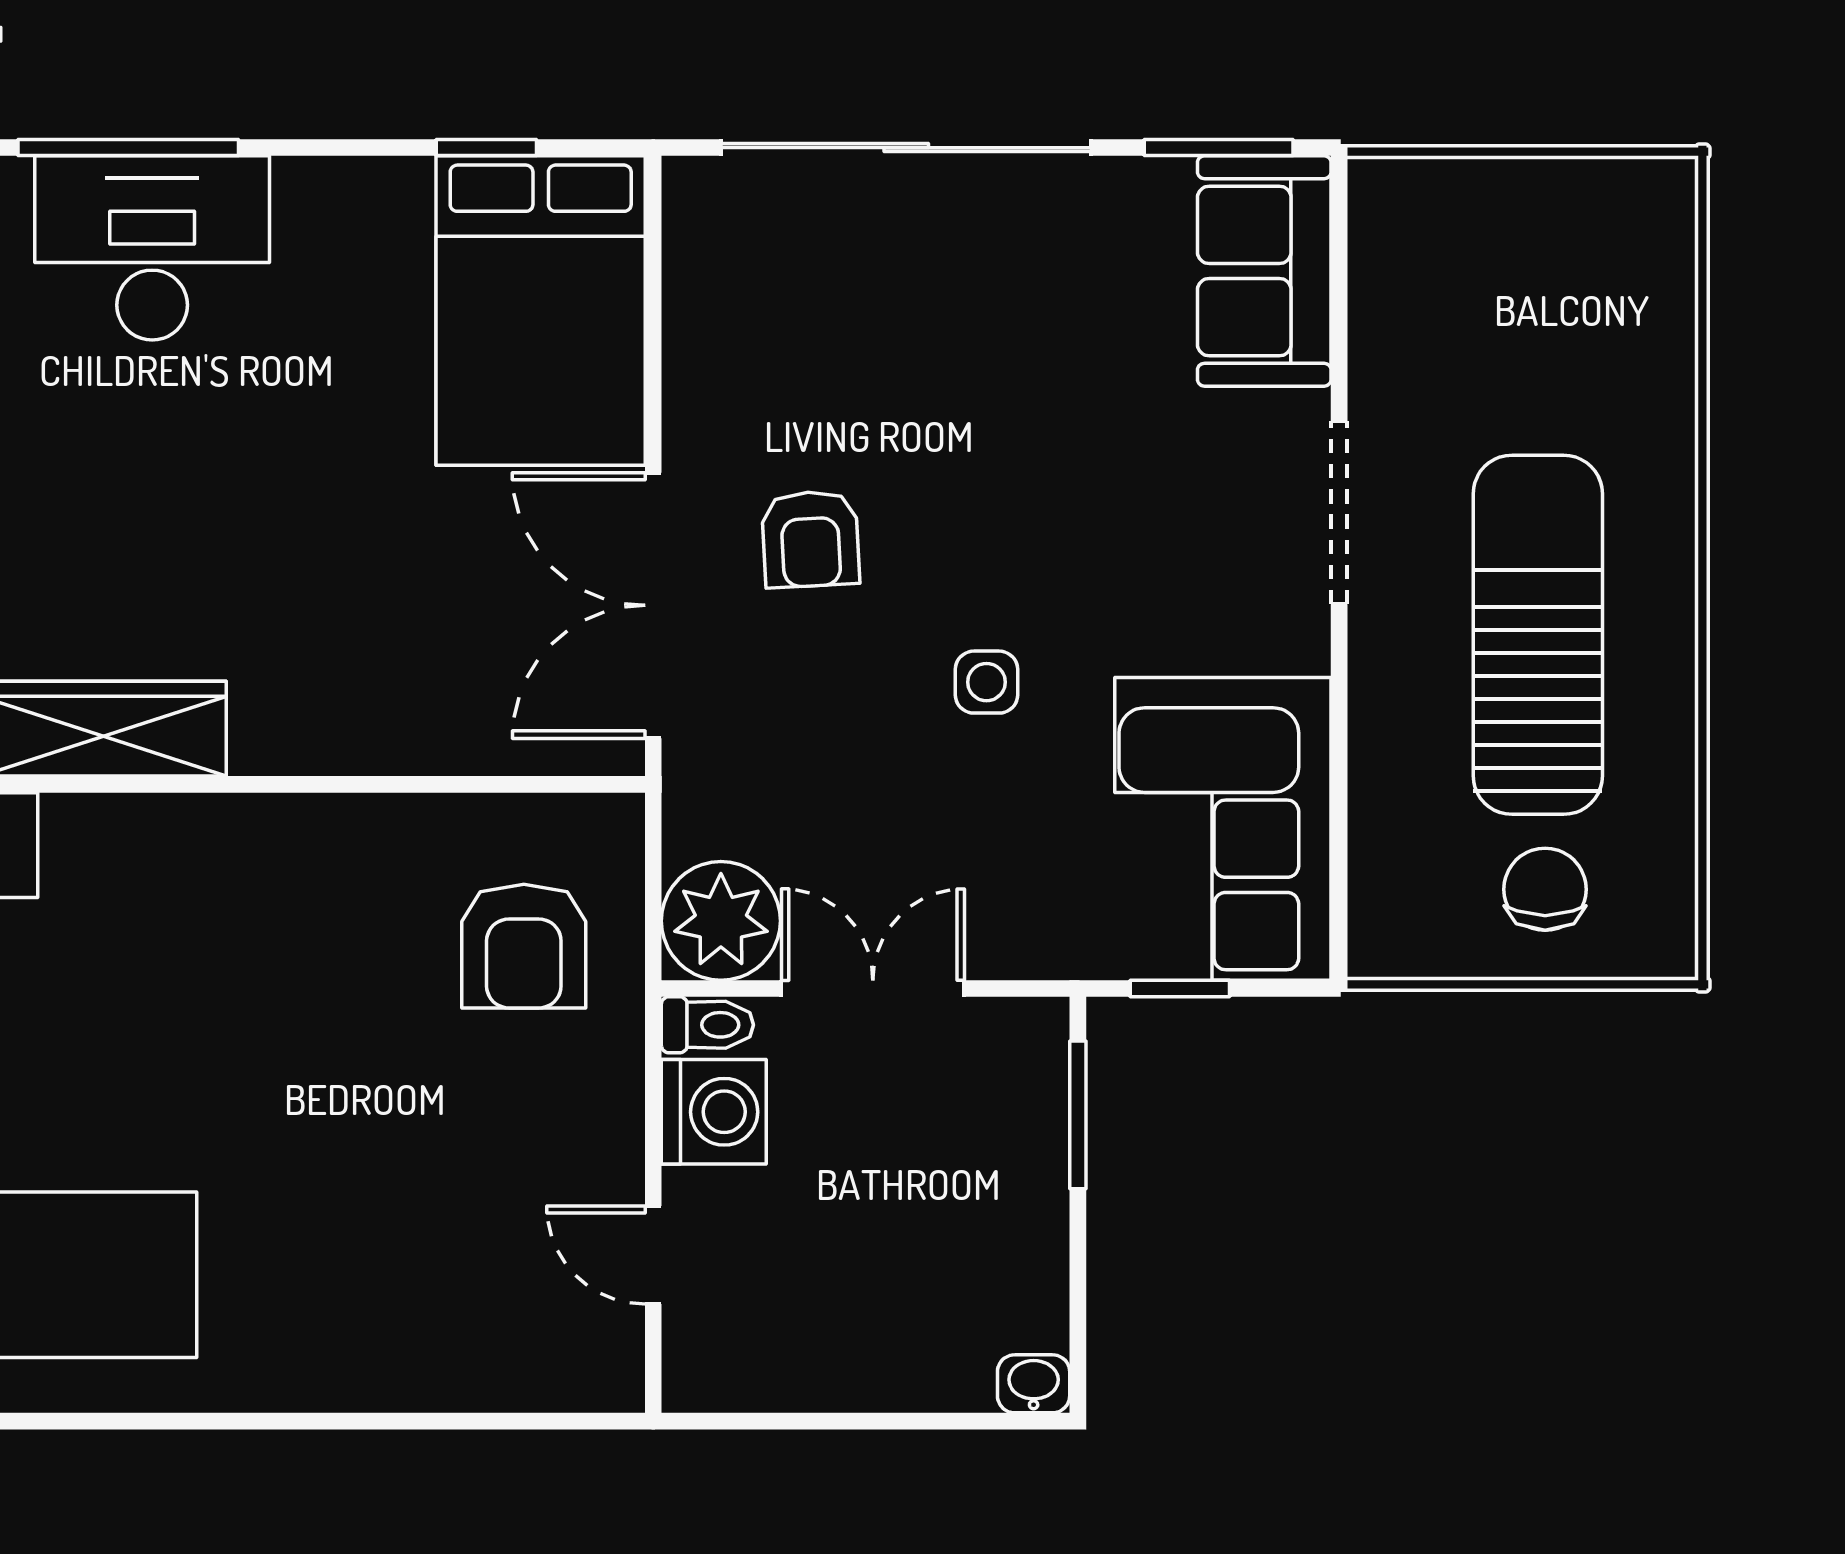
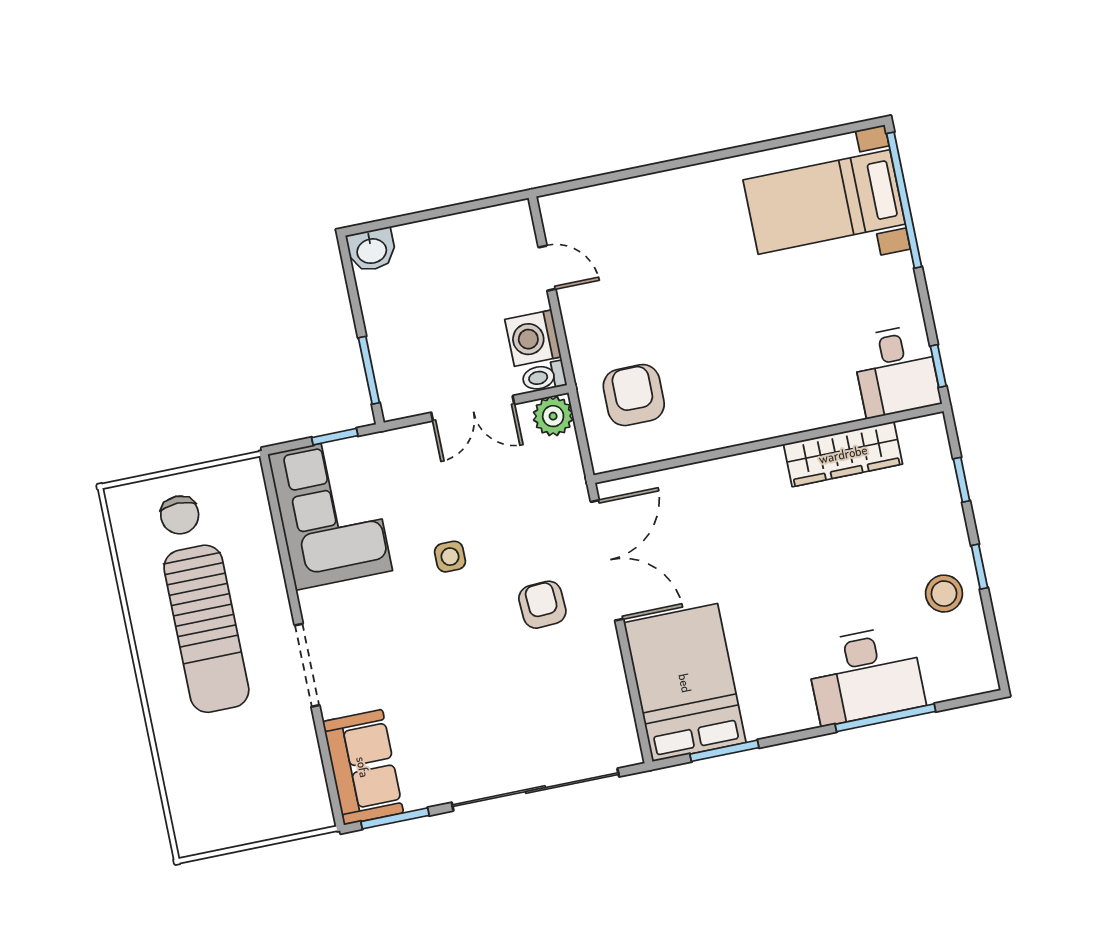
window: (486, 148) -> (724, 751), width x1.50
plant: (721, 921) -> (553, 416), width x0.73, depth x0.73
washbasin: (1034, 1384) -> (371, 250), width x1.38, depth x1.45

